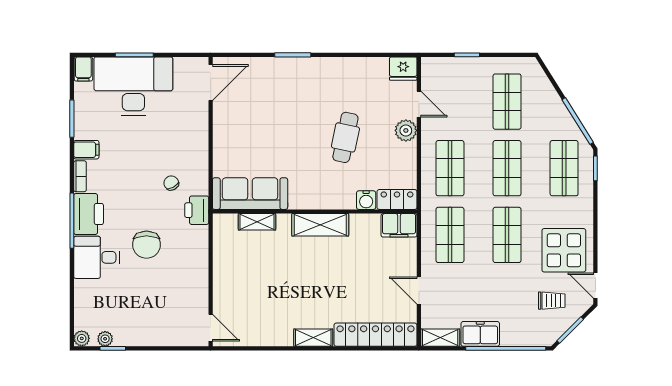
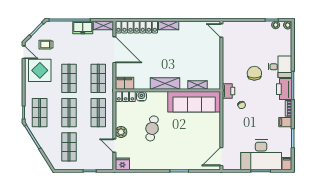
sofa: (250, 194) -> (194, 102), width x1.36, depth x1.27
door: (419, 291) -> (114, 50), width x1.87

